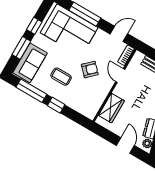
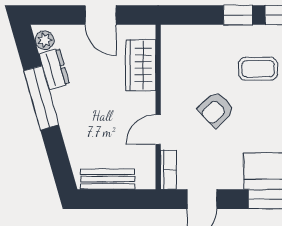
door: (120, 76) -> (158, 129), swing flipped
door: (125, 146) -> (101, 15), moved

